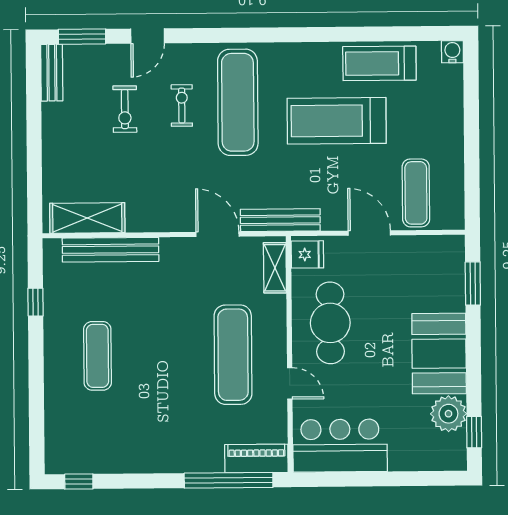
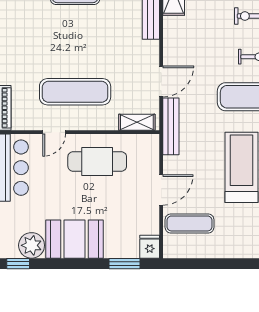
fridge: (307, 254) -> (150, 247), moved, turned 180

